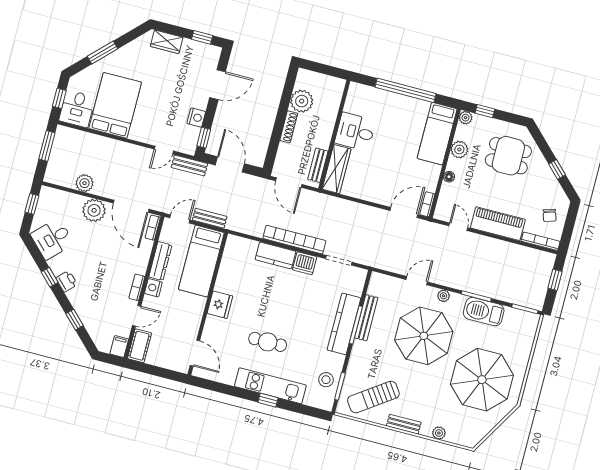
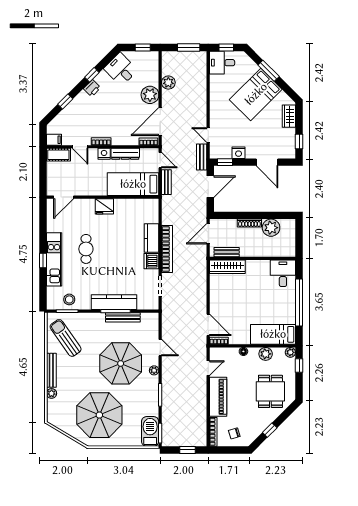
bed: (115, 105) -> (256, 94), moved, turned 135
desk: (355, 132) -> (283, 273), moved
barbecue: (484, 312) -> (150, 431), moved
bench: (404, 424) -> (51, 370), width x1.36

